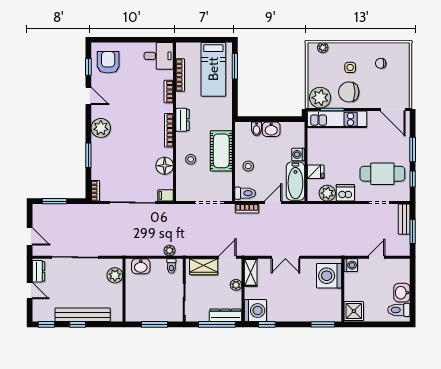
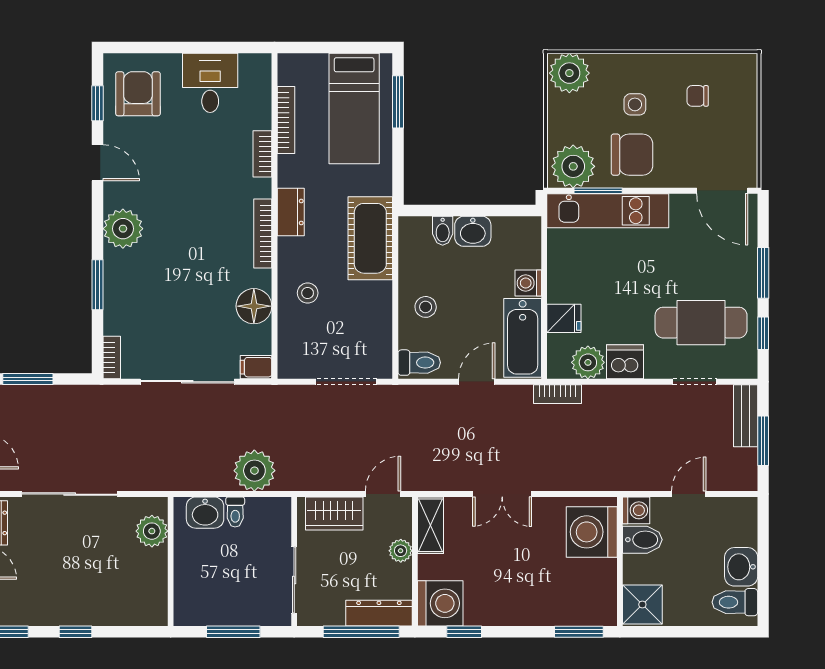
plant: (323, 48) -> (569, 73), width x1.88, depth x1.88
desk: (159, 56) -> (210, 83), moved, turned -90
chair: (349, 92) -> (632, 155), turned 180
cot: (221, 151) -> (370, 238), moved
bookcase: (247, 209) -> (557, 394), moved
plant: (170, 251) -> (254, 471), width x1.87, depth x1.87
toilet: (171, 266) -> (235, 512), moved
bidet: (354, 279) -> (642, 540), added
bench: (83, 315) -> (86, 612), removed

